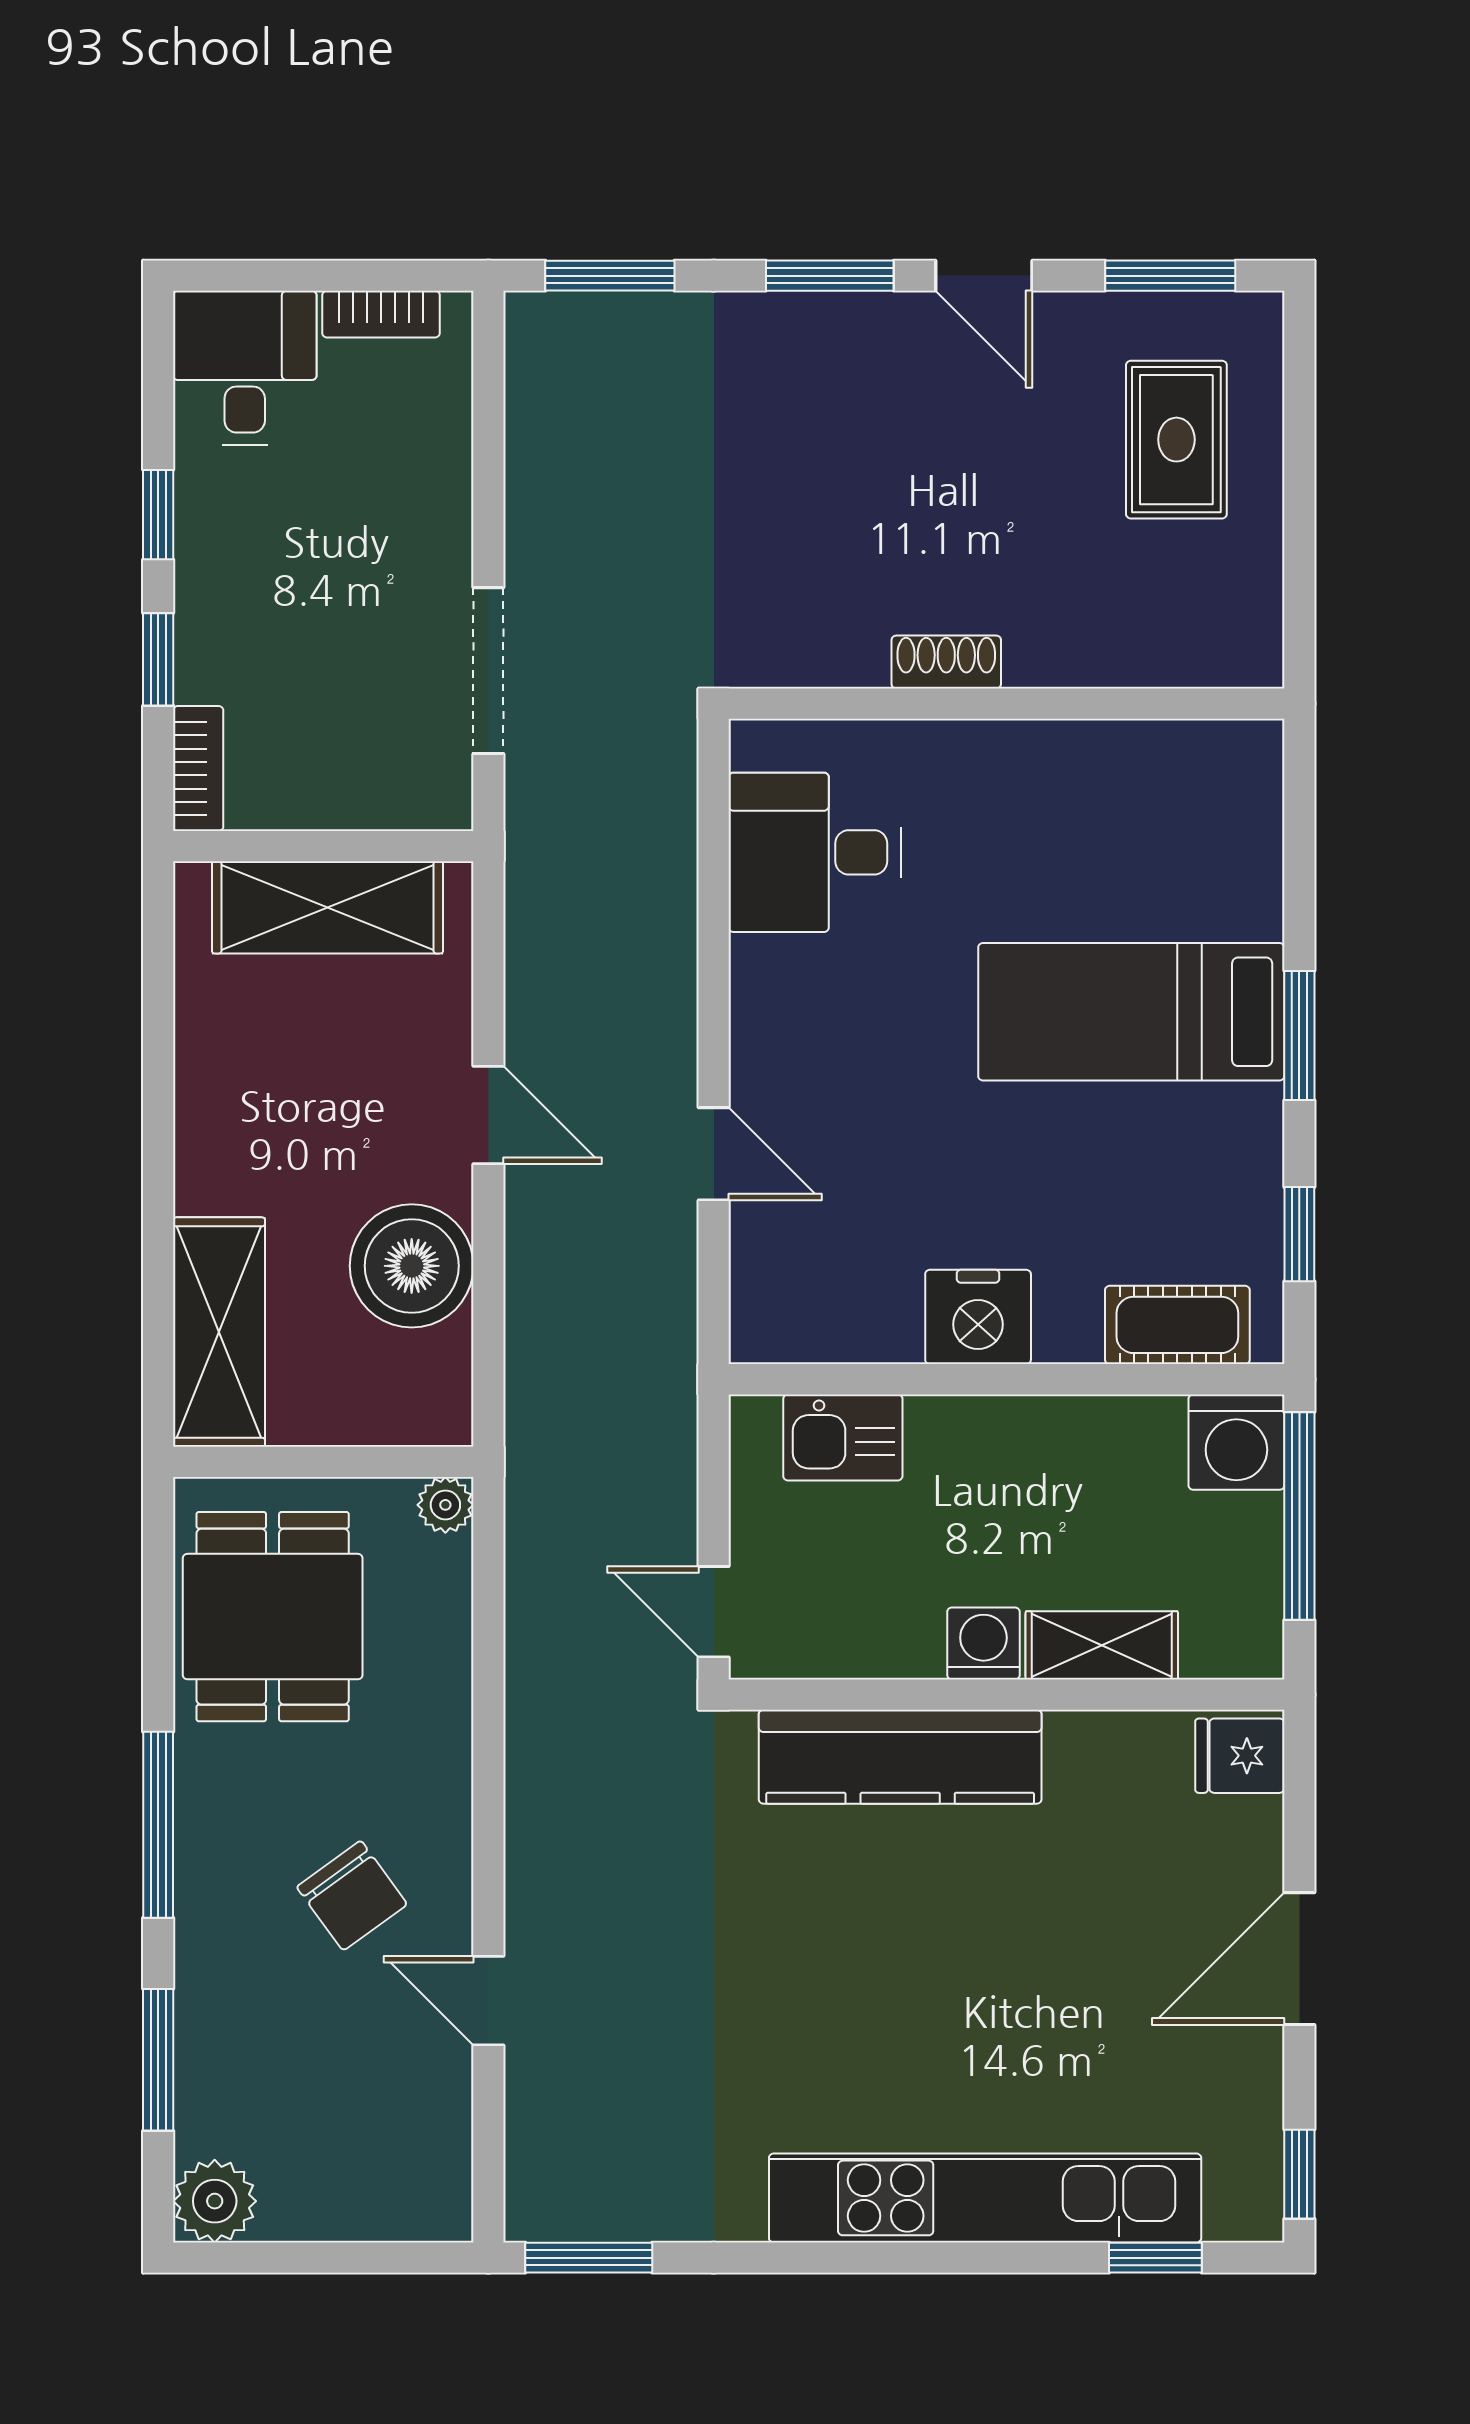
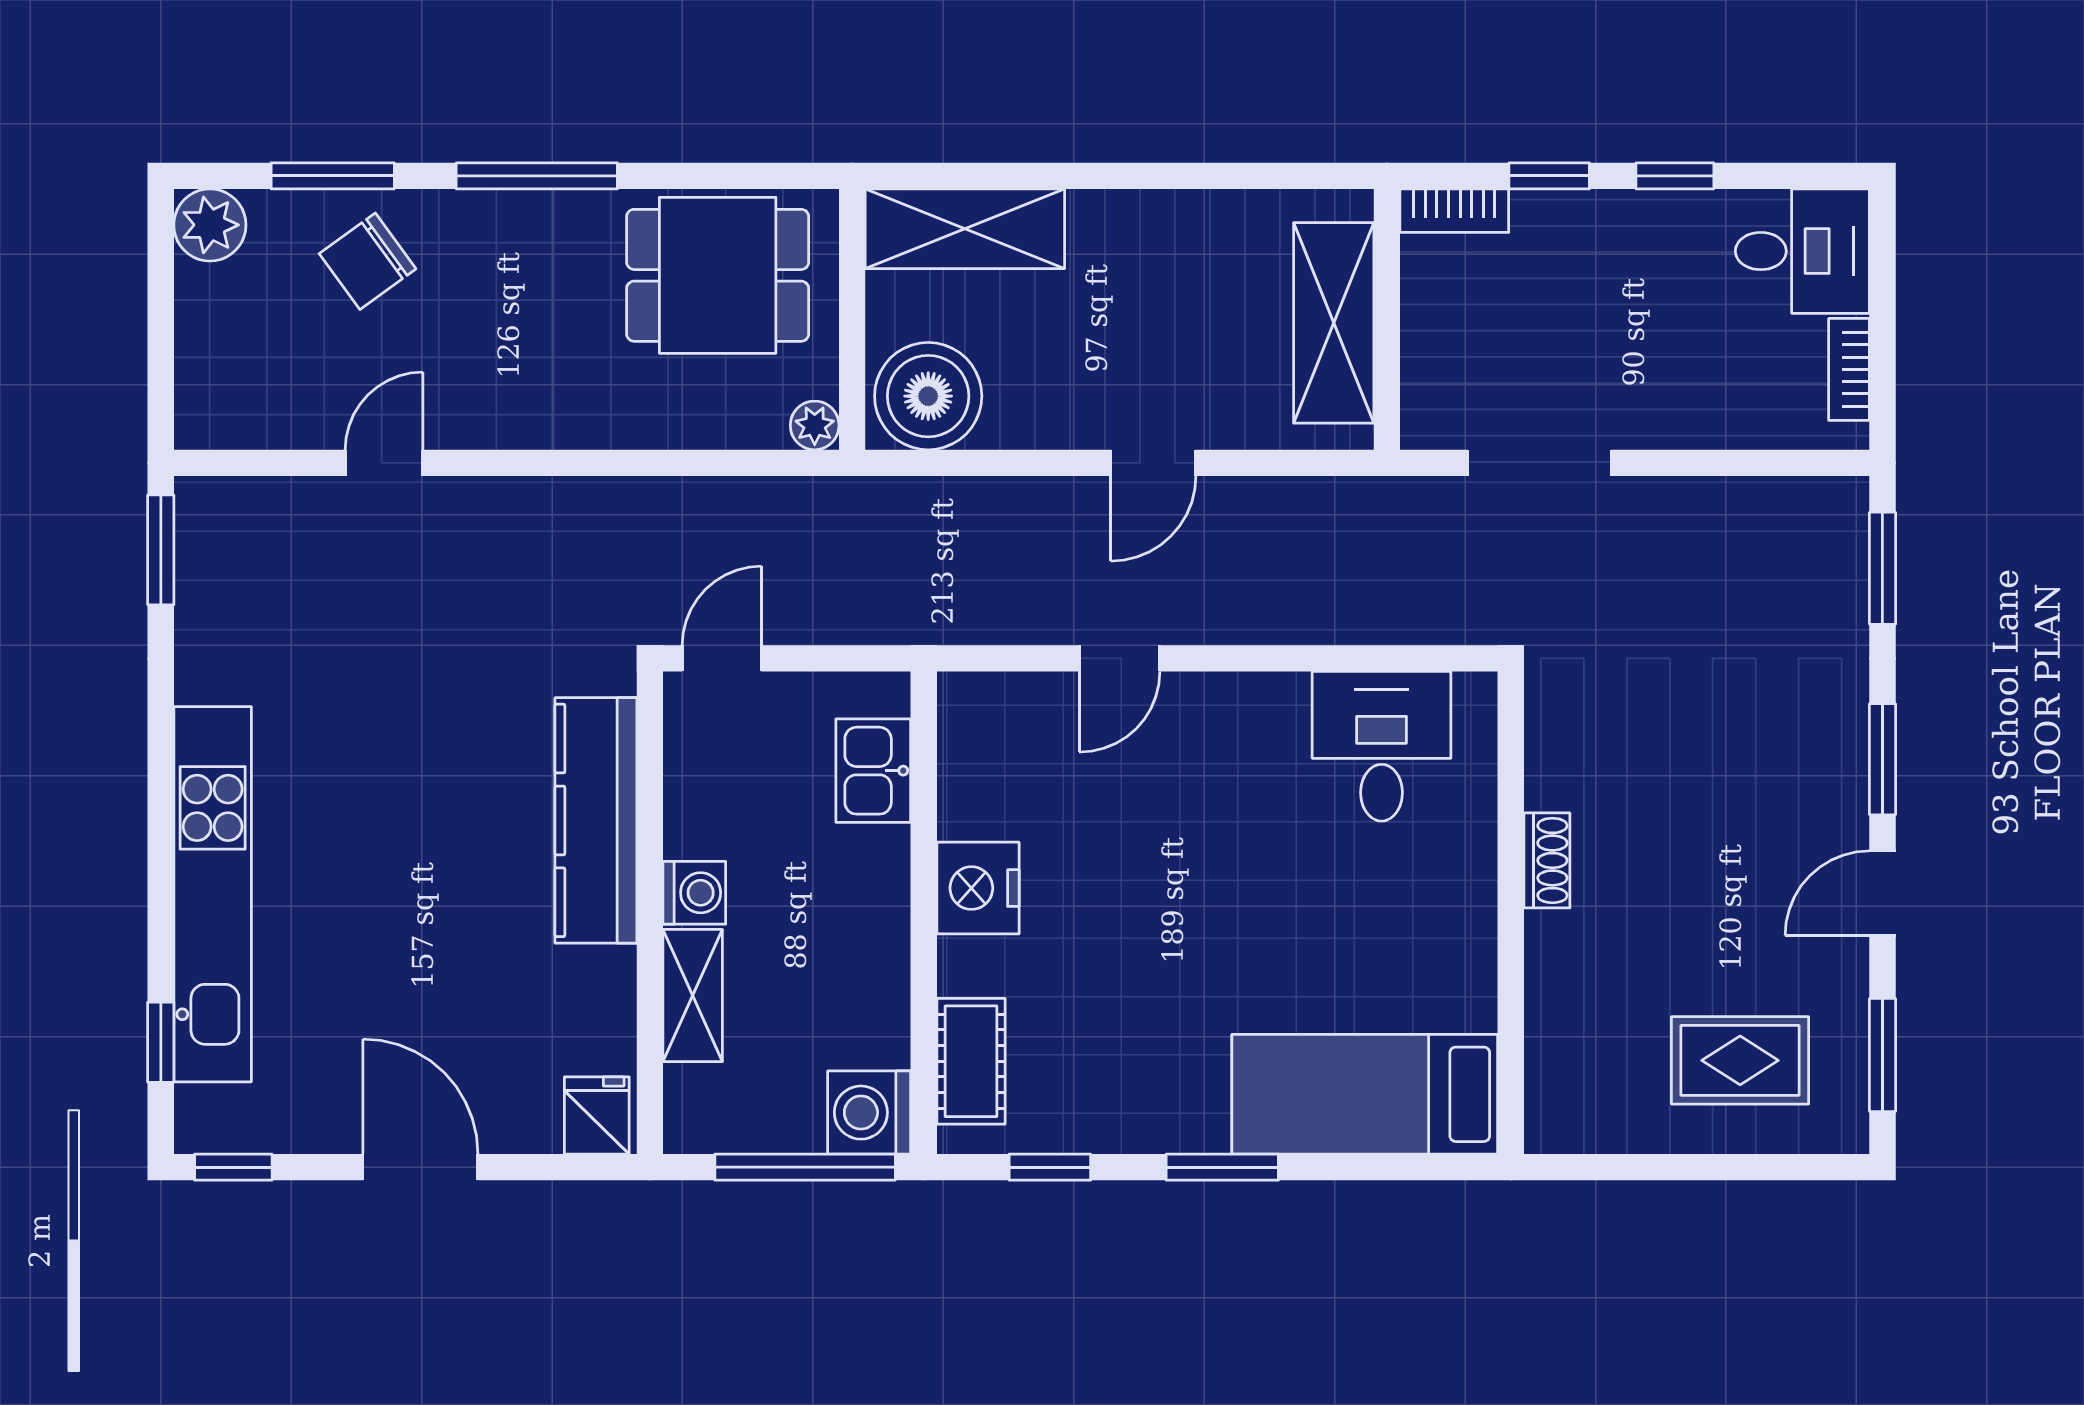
bed: (1131, 1012) -> (1365, 1094), moved, turned -90
boiler: (412, 1266) -> (928, 396), moved
chair: (352, 1896) -> (368, 261), moved

